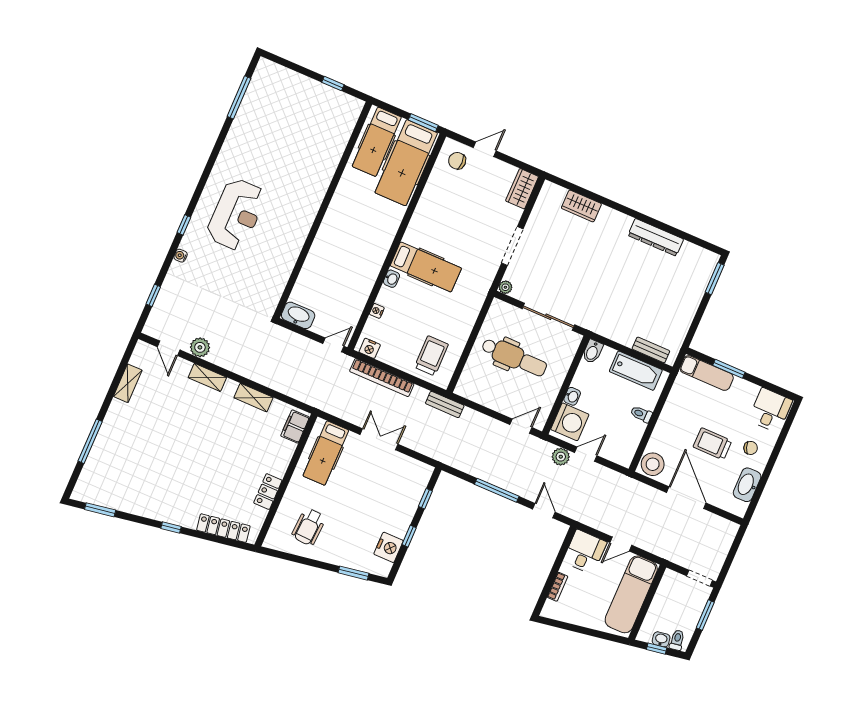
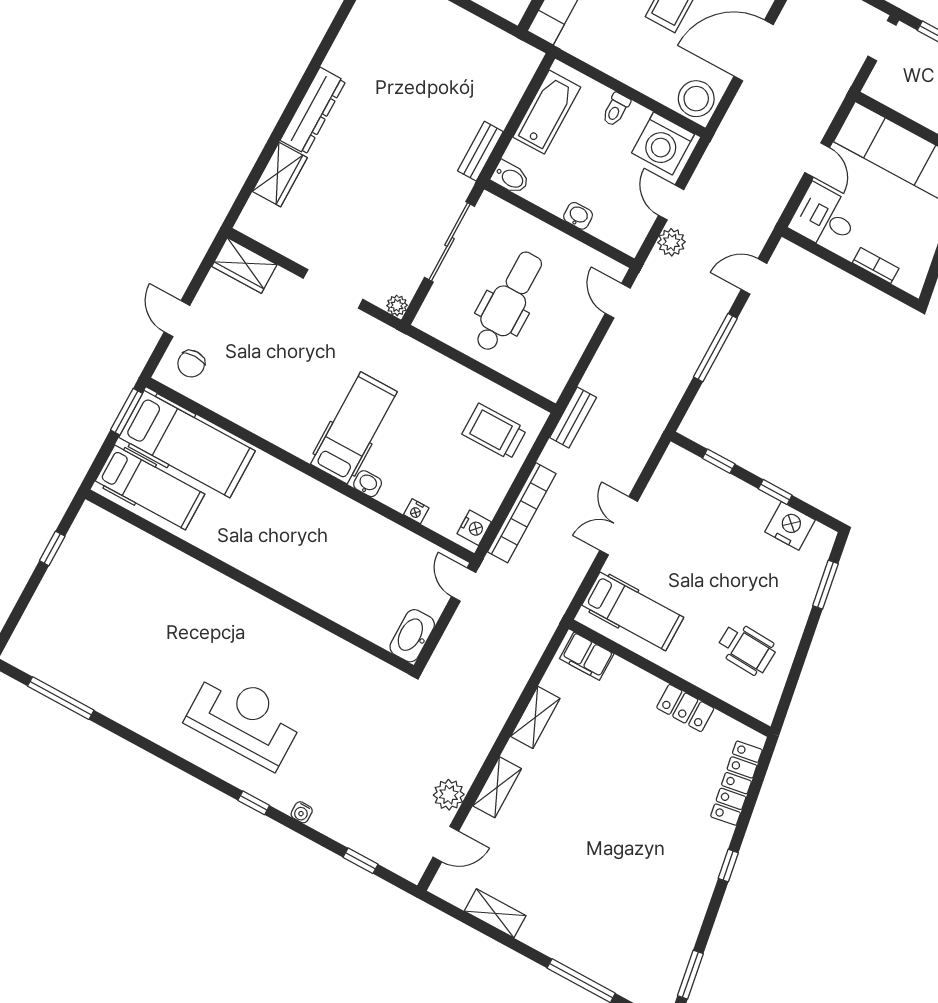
dresser: (656, 237) -> (313, 111), moved
bench: (651, 350) -> (480, 151), moved
washing machine: (570, 422) -> (663, 143), moved, turned 180

